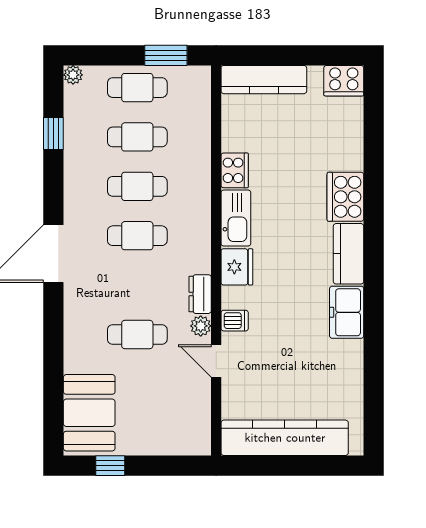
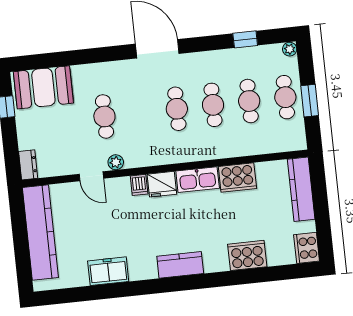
window: (166, 55) -> (310, 101), moved
cooker: (235, 170) -> (237, 178), width x1.37, depth x1.31
cooker: (345, 197) -> (247, 255), moved
dresser: (200, 294) -> (28, 165), moved, turned 90
freezer: (347, 312) -> (108, 271), moved
dishwasher: (235, 321) -> (139, 185), moved
door: (216, 361) -> (91, 176), swing flipped

